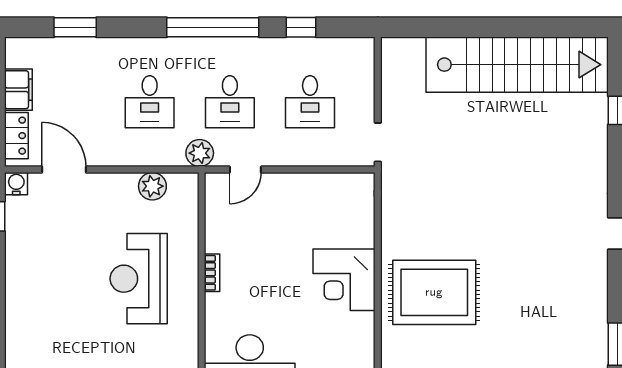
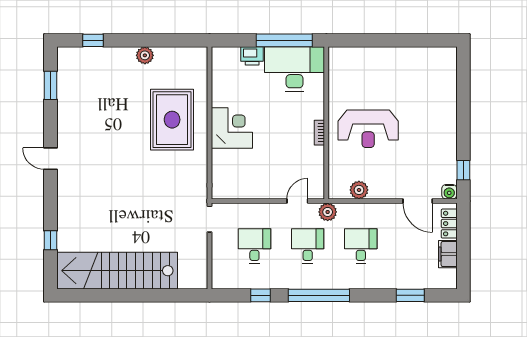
reception desk: (139, 279) -> (368, 129), turned 90
rug: (434, 292) -> (172, 120), turned 90

